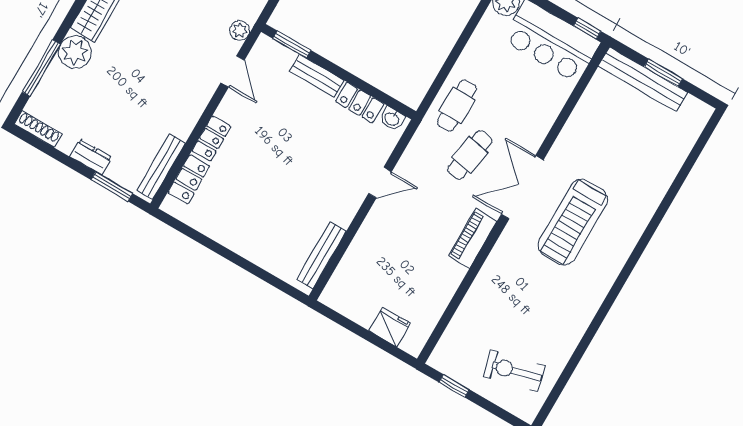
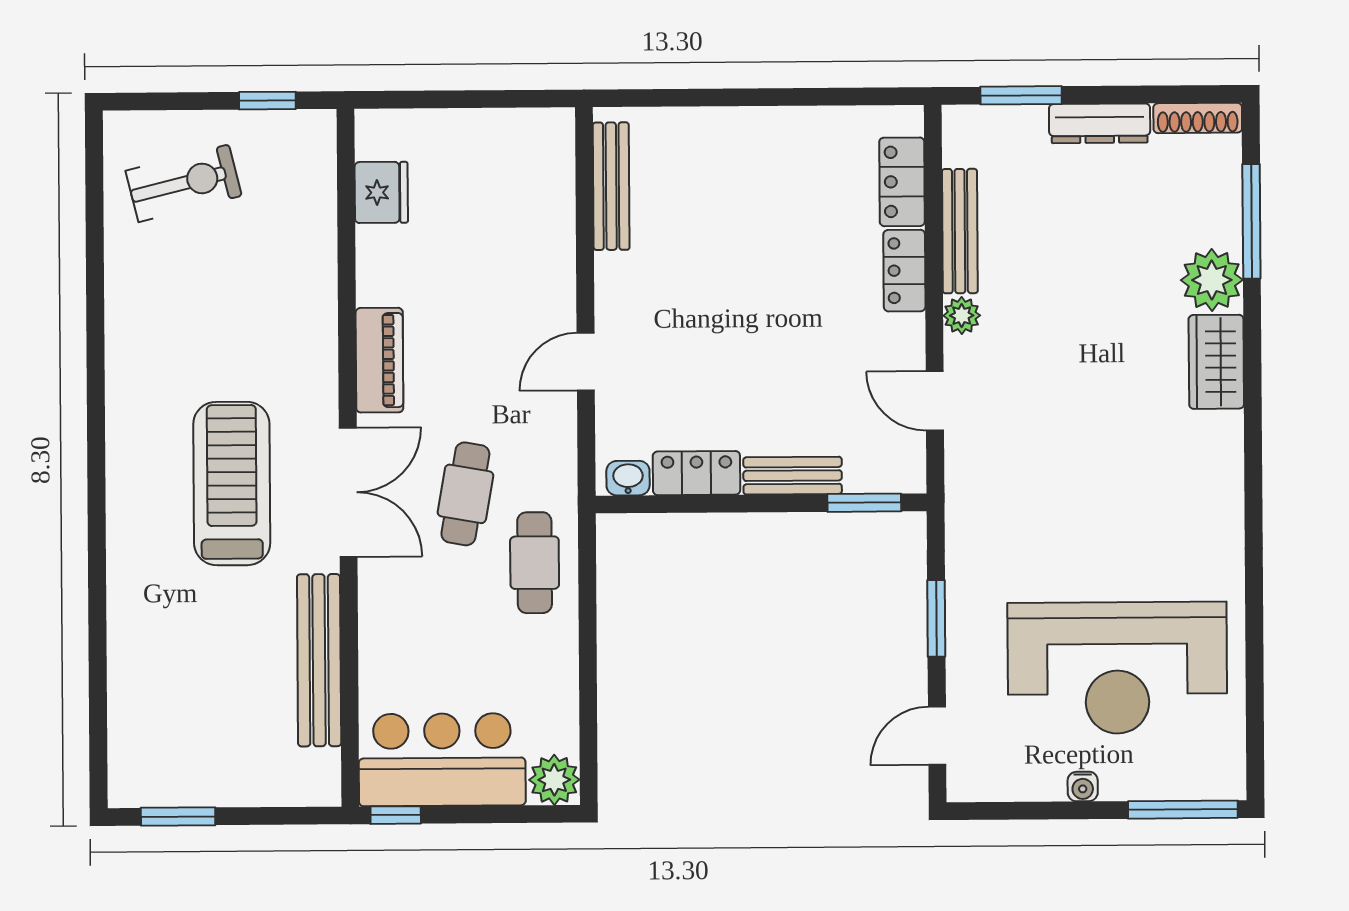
plant: (240, 30) -> (962, 316), moved
window: (663, 73) -> (178, 817), moved
bench: (643, 79) -> (319, 660), moved, turned 90
dresser: (91, 157) -> (1100, 123), width x1.44
bench: (161, 167) -> (960, 231), moved
fridge: (390, 327) -> (381, 192), moved, turned -90

